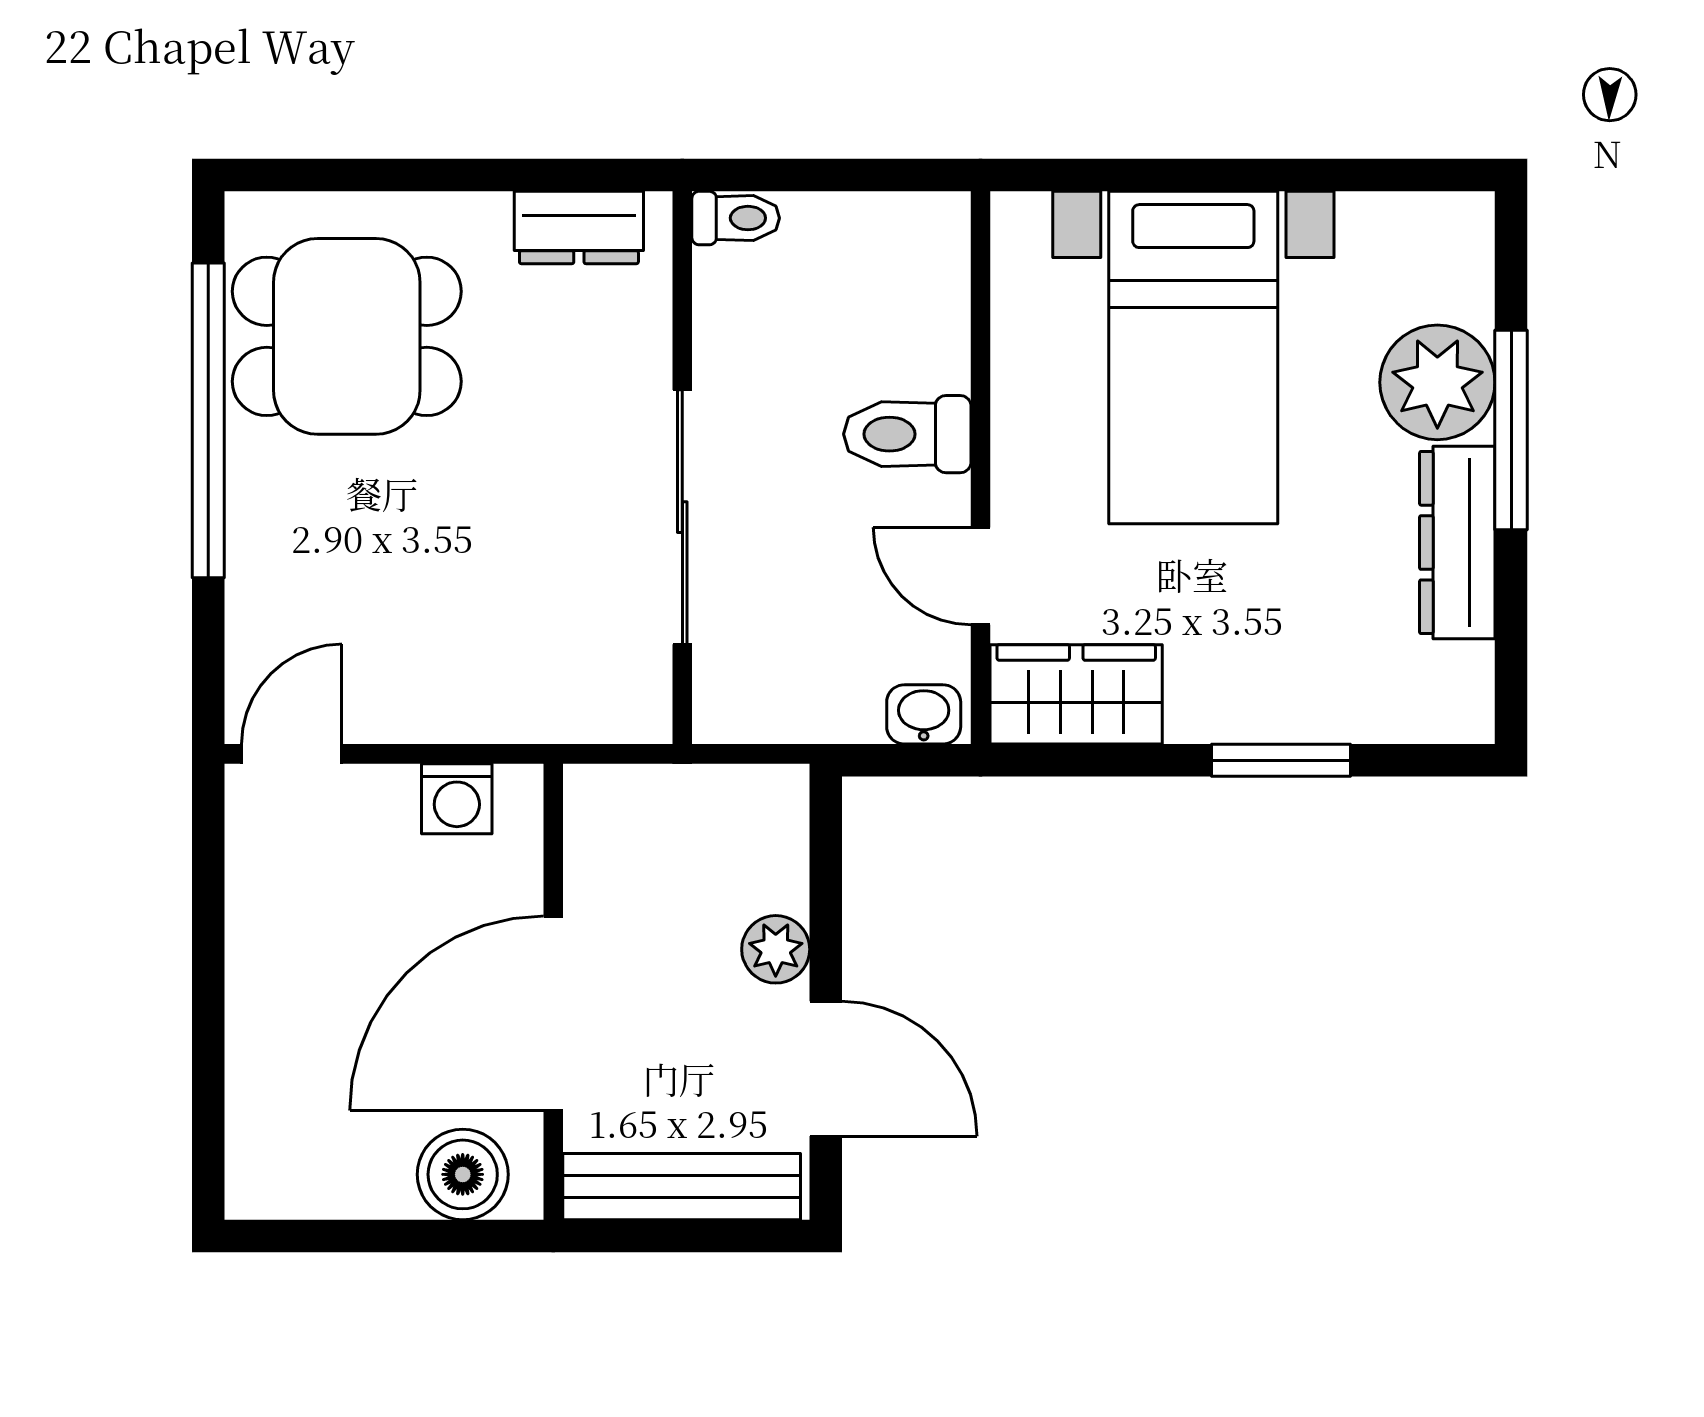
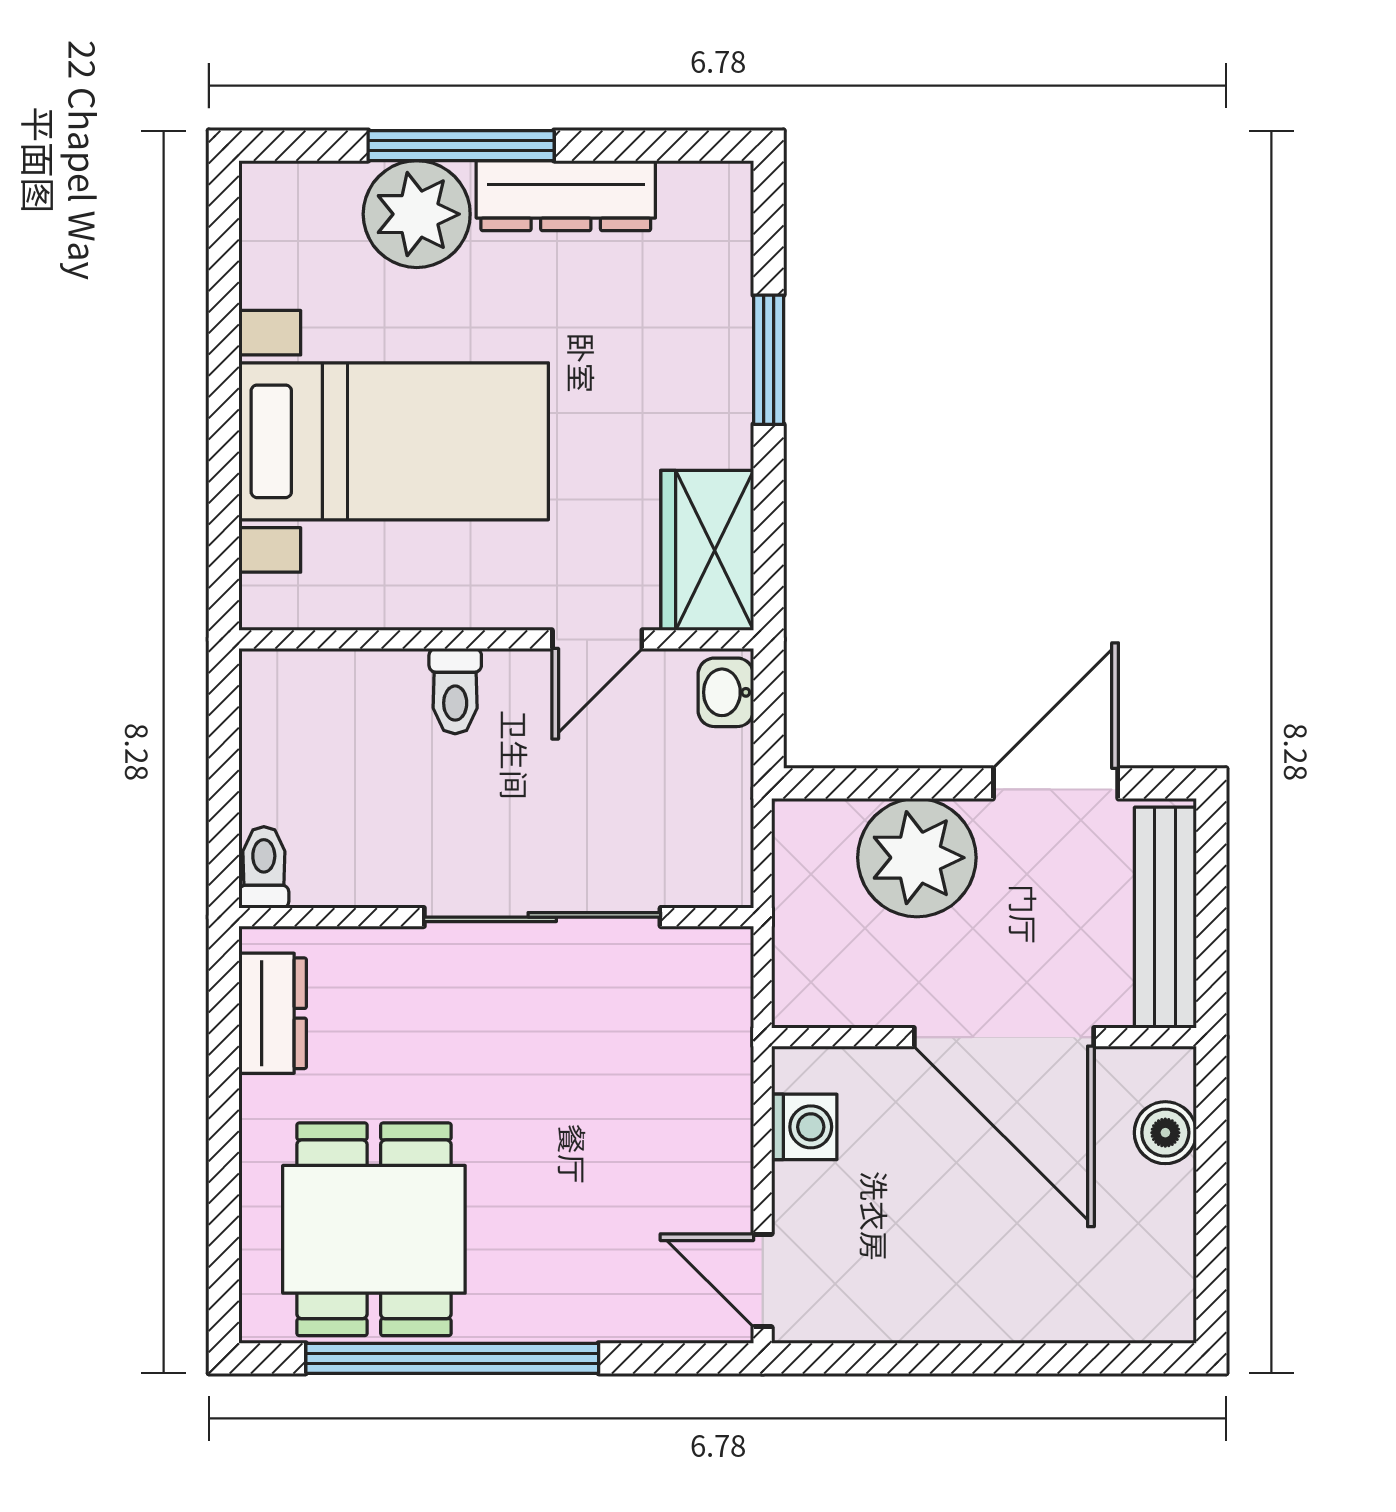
toilet: (907, 434) -> (455, 691), width x0.73, depth x0.72
plant: (776, 949) -> (917, 858), width x1.88, depth x1.88
boiler: (463, 1174) -> (1165, 1133), width x0.73, depth x0.73

